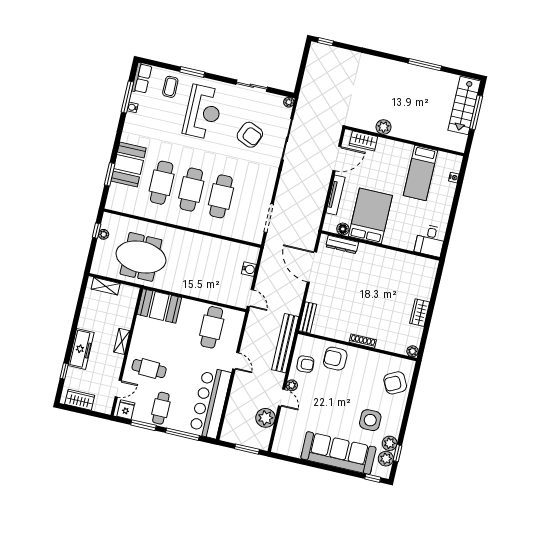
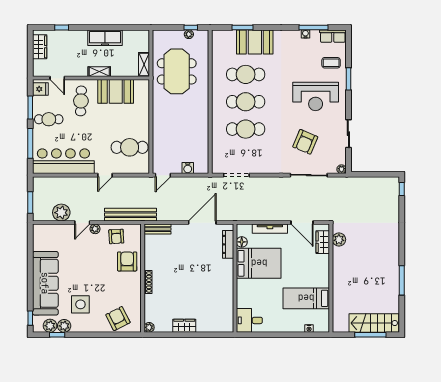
plant: (383, 127) -> (339, 240), moved
shelving: (106, 286) -> (144, 65), moved
booth: (159, 306) -> (116, 91), moved, turned 90
freezer: (81, 349) -> (105, 38), moved

